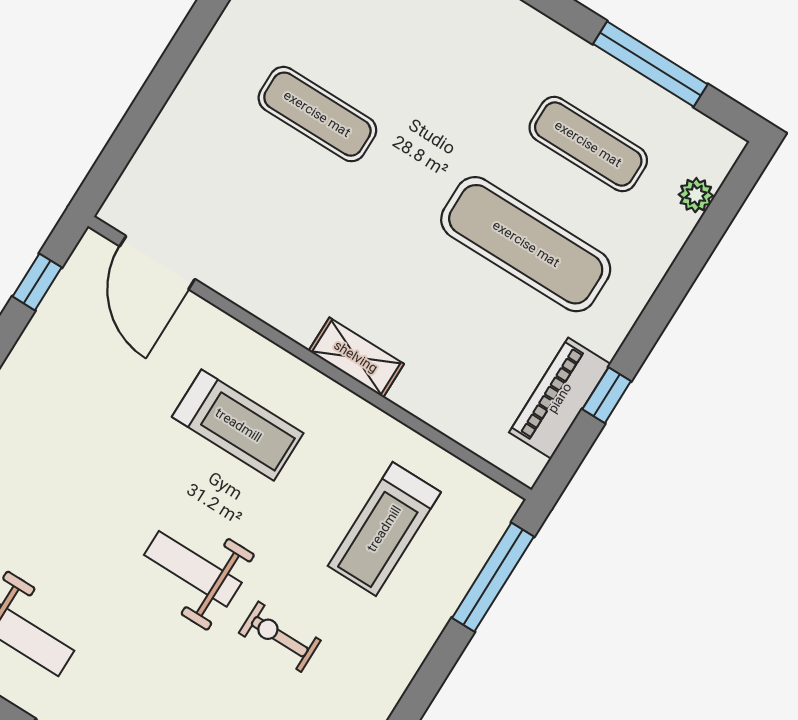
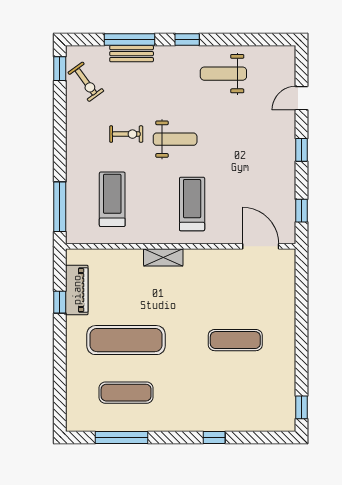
plant: (696, 195) -> (73, 399), removed
treadmill: (238, 425) -> (192, 204), turned 90

